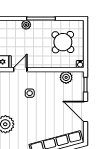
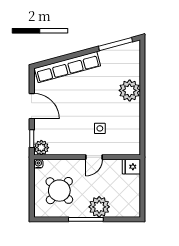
plant: (26, 25) -> (99, 207), width x1.88, depth x1.88
door: (20, 70) -> (94, 157), moved
plant: (66, 77) -> (41, 148), moved

